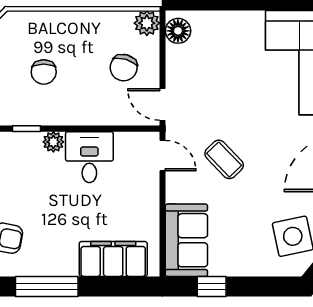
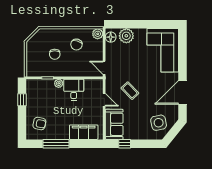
plant: (215, 28) -> (126, 36), added
chair: (124, 68) -> (76, 45), moved
door: (162, 156) -> (104, 100), moved

